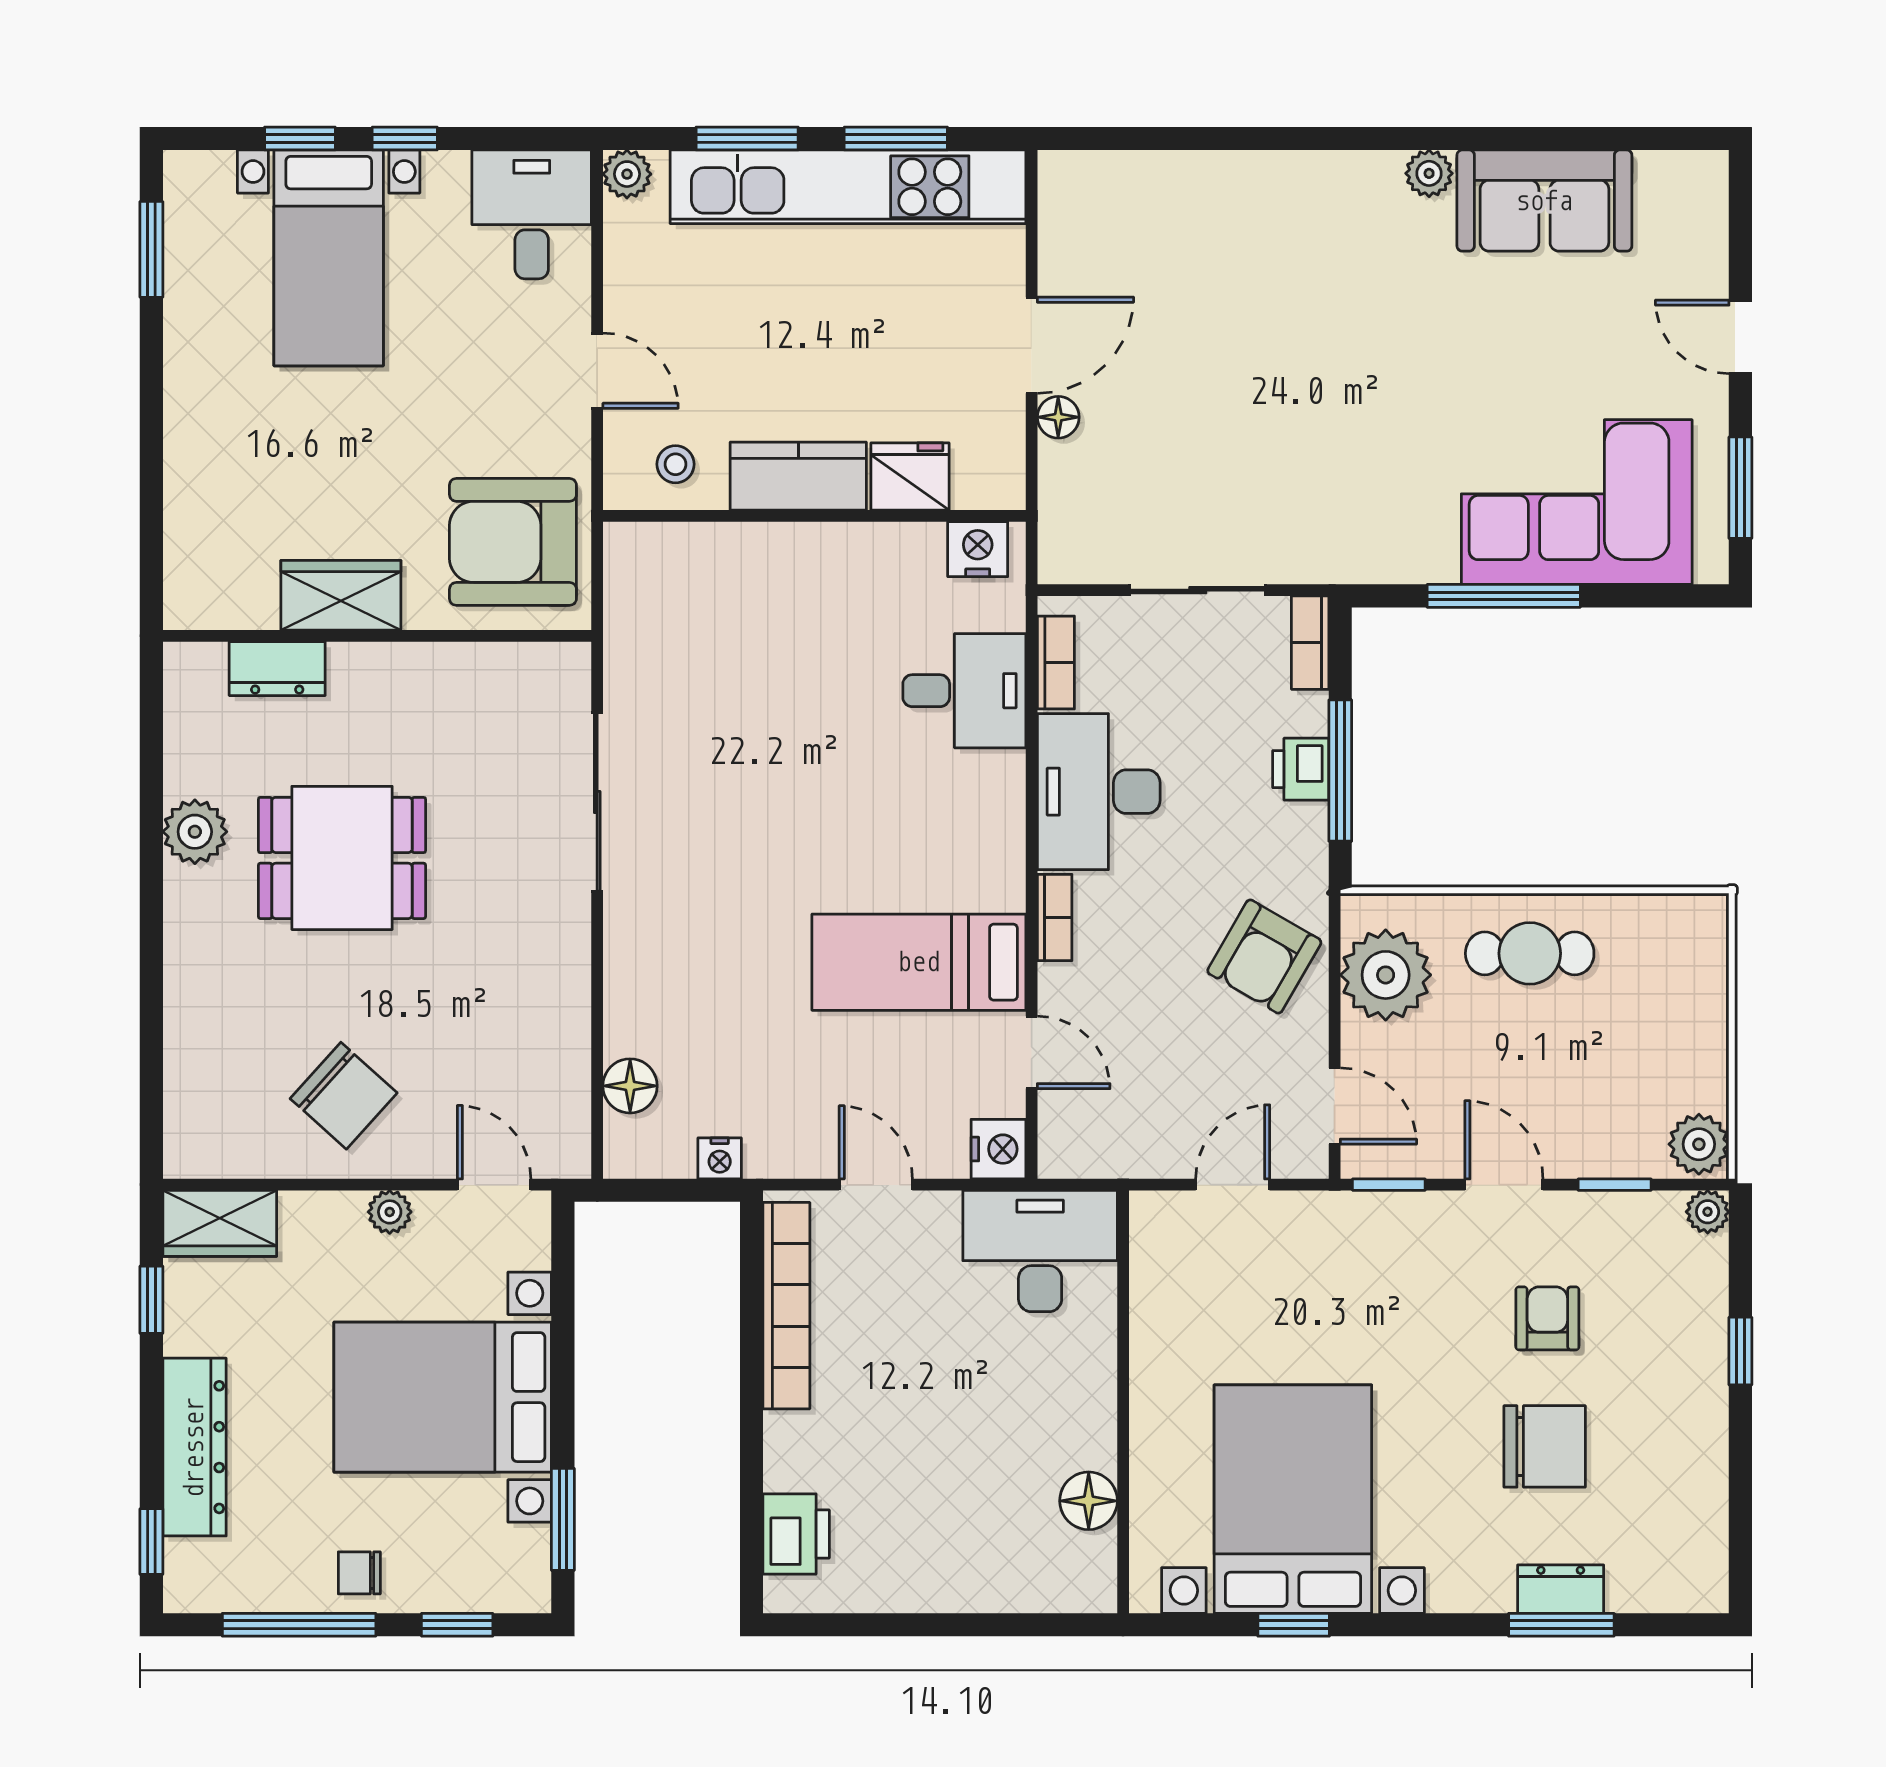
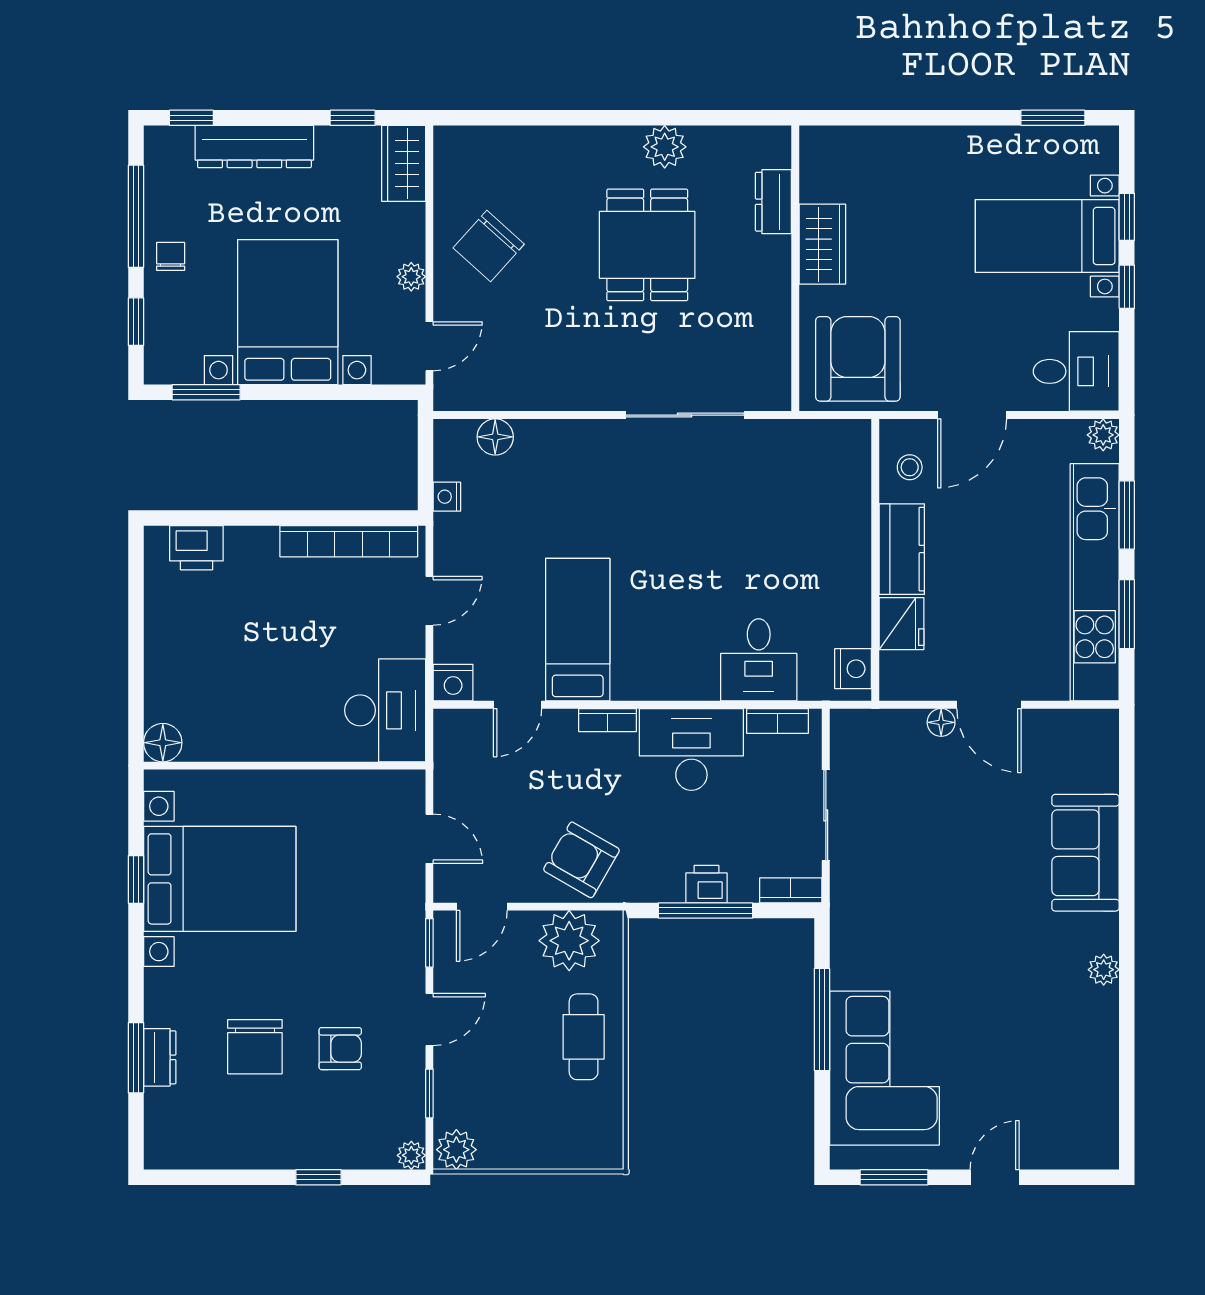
sofa: (1544, 201) -> (1085, 853), moved
door: (597, 371) -> (972, 415), width x1.38
floor lamp: (1089, 1501) -> (163, 743), moved

